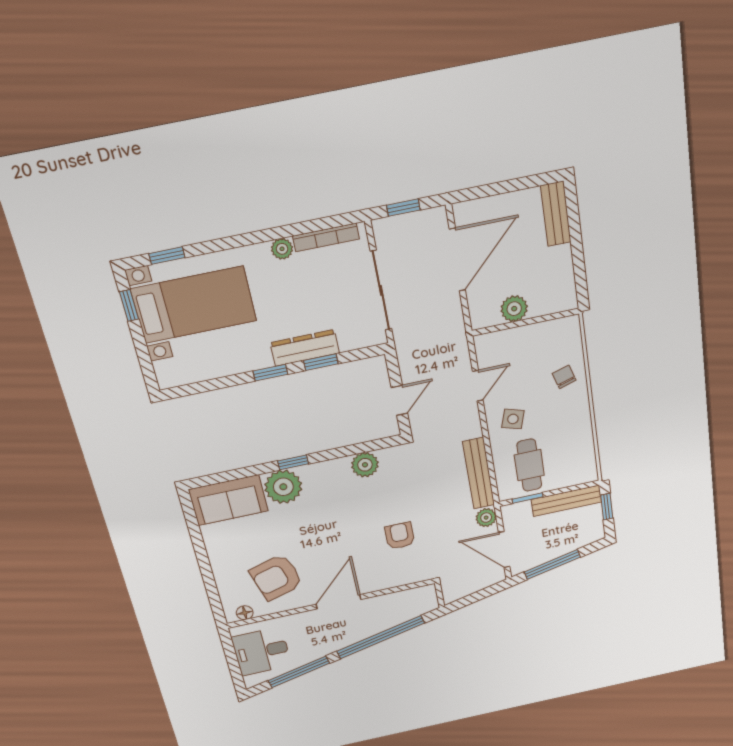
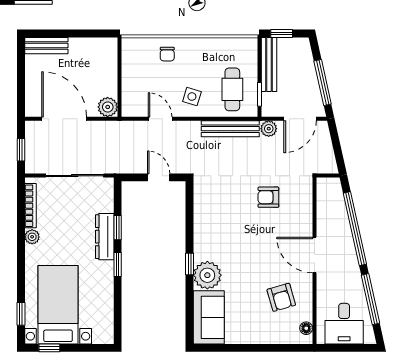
plant: (514, 309) -> (108, 107), moved
chair: (564, 377) -> (167, 54), turned -73
plant: (365, 465) -> (204, 212), removed
cafe table: (529, 465) -> (232, 89), turned 90
armchair: (276, 577) -> (281, 297), width x0.72, depth x0.72

